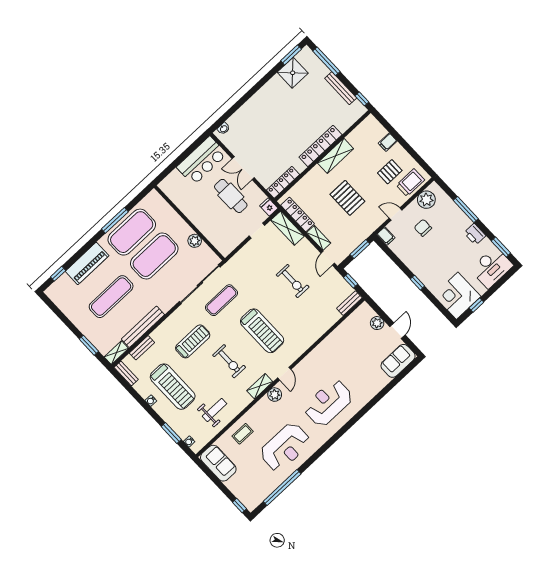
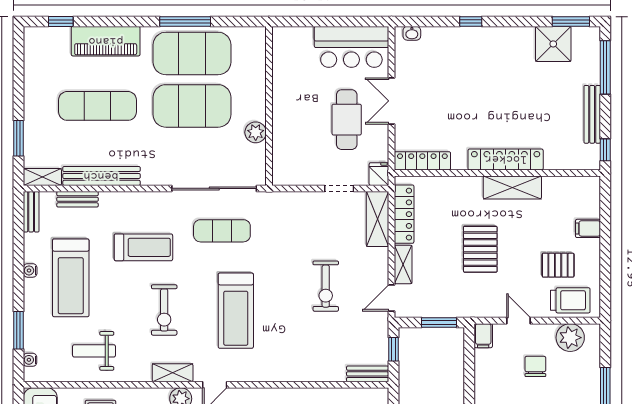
window: (245, 98) -> (471, 21), added
weight bench: (215, 410) -> (94, 351), turned 180

